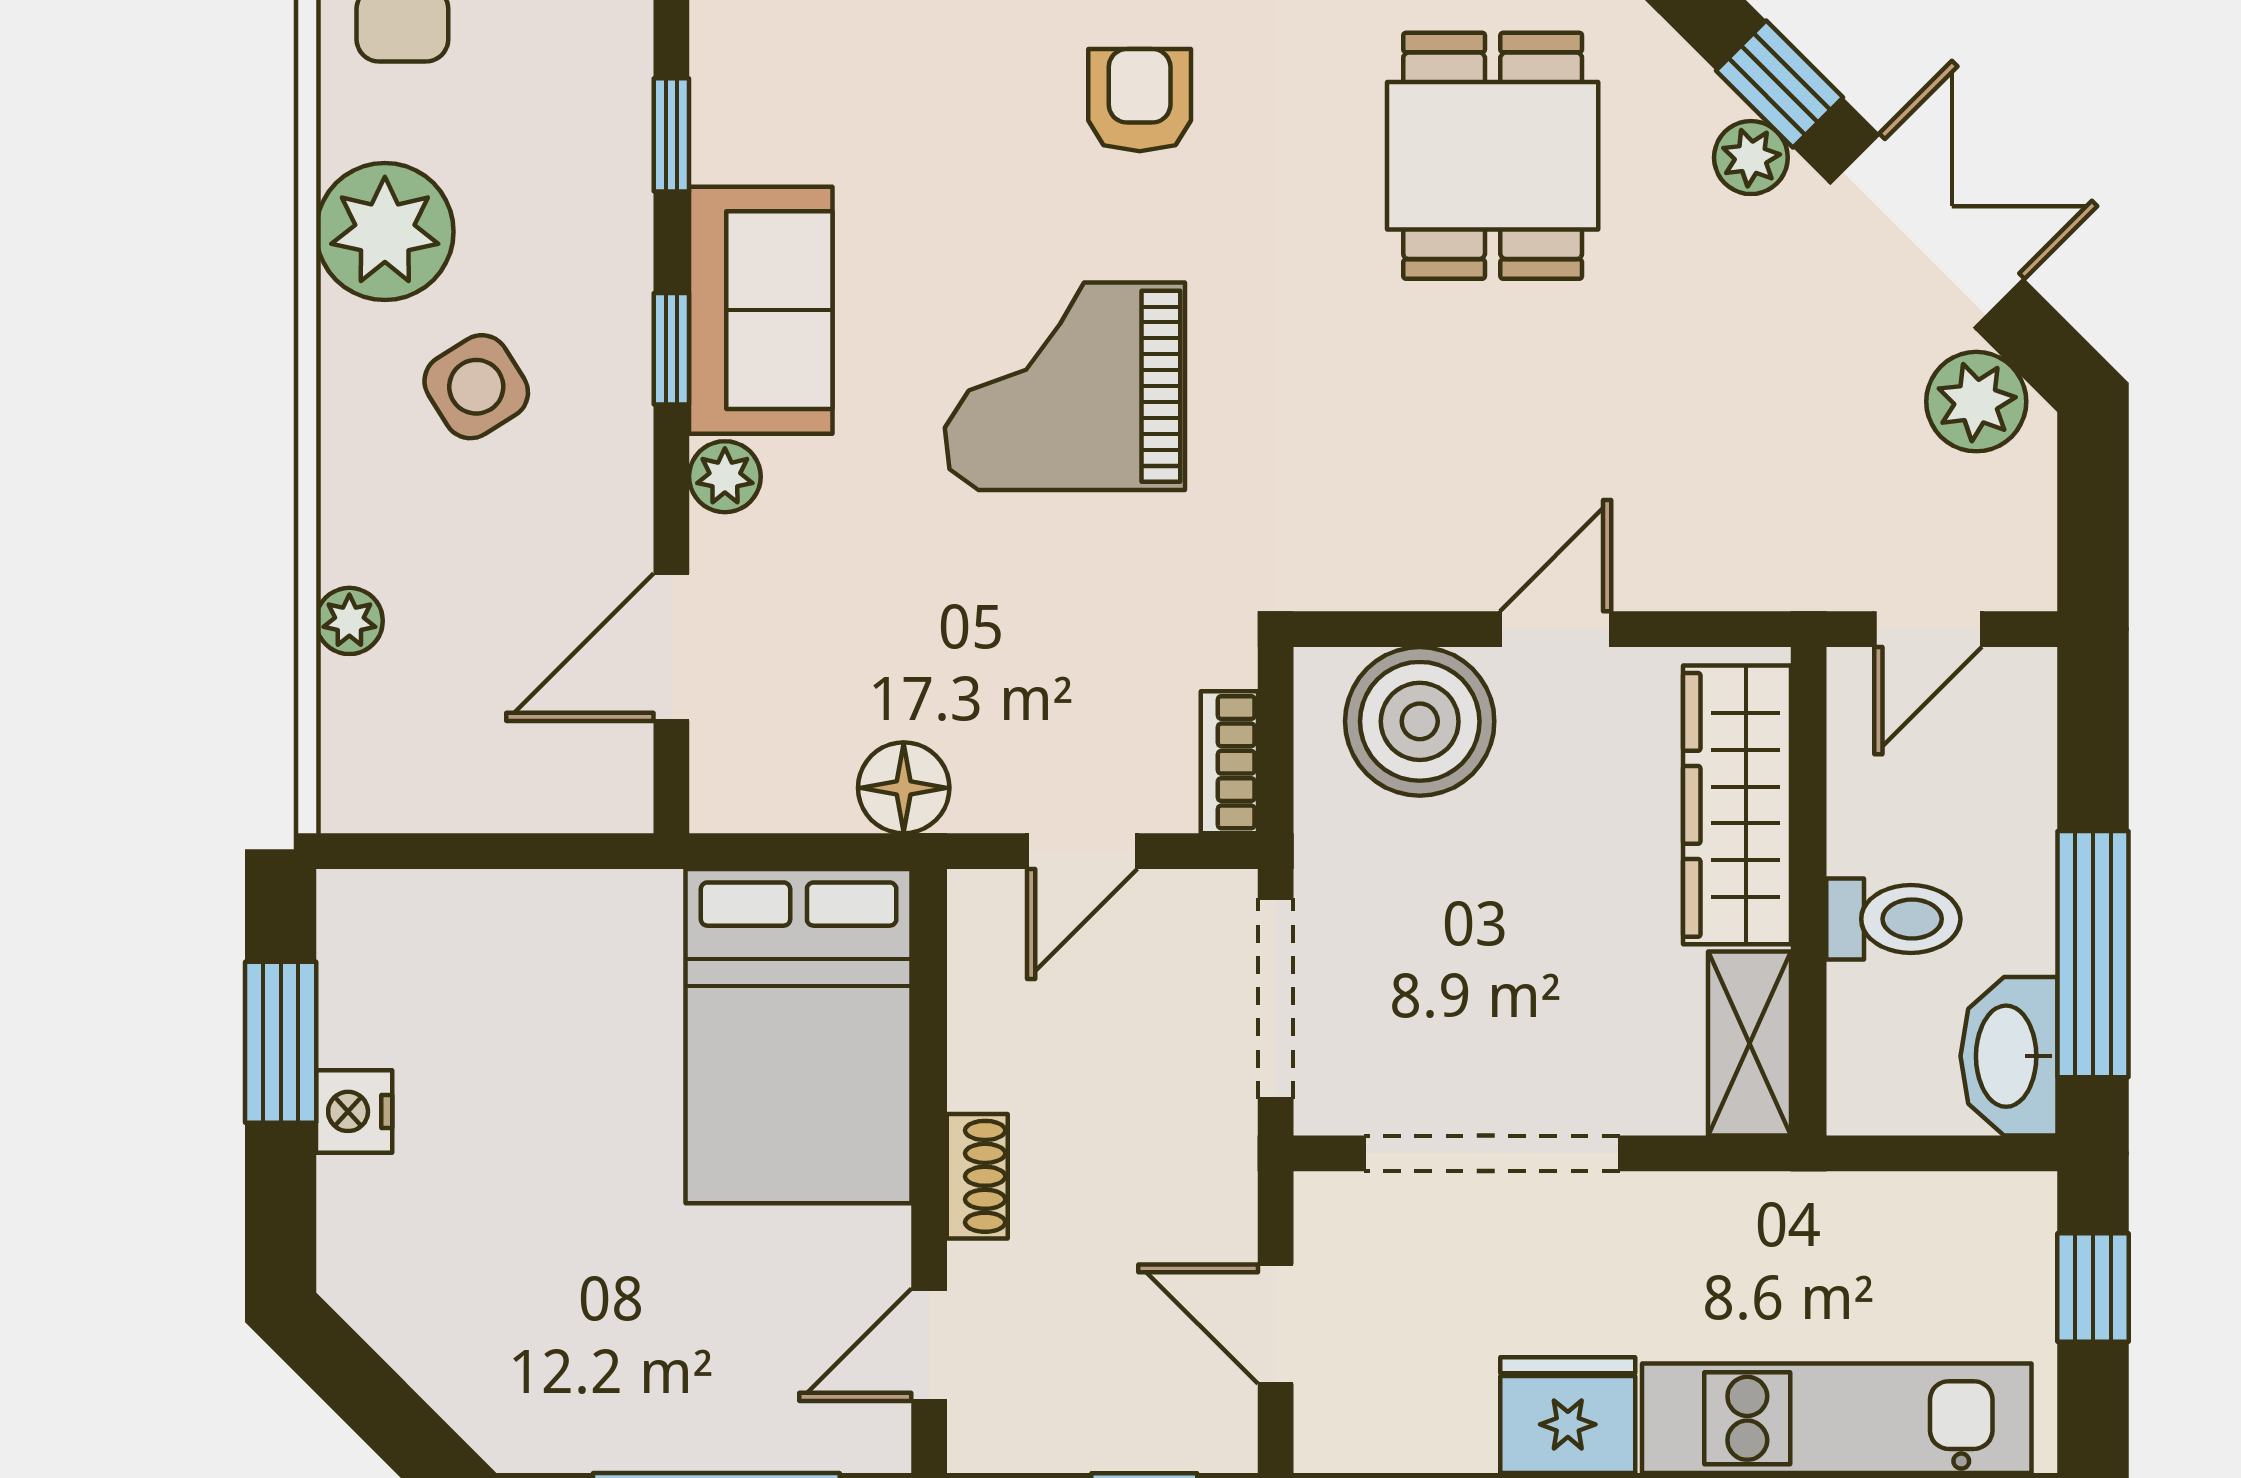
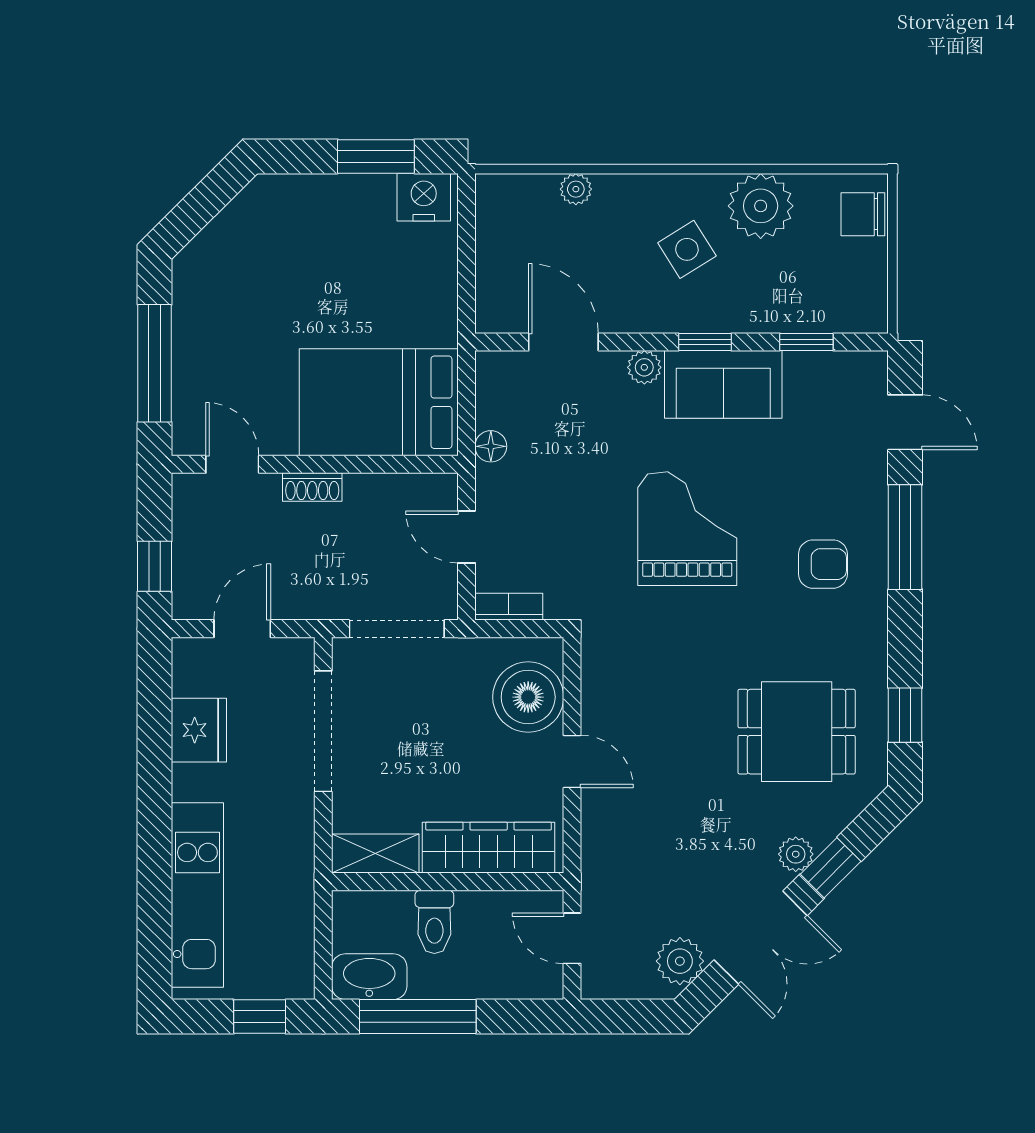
floor lamp: (904, 788) -> (491, 446), width x0.73, depth x0.73
nightstand: (354, 1111) -> (424, 197), moved, width x1.36, depth x1.33
fridge: (1568, 1415) -> (199, 730), moved

